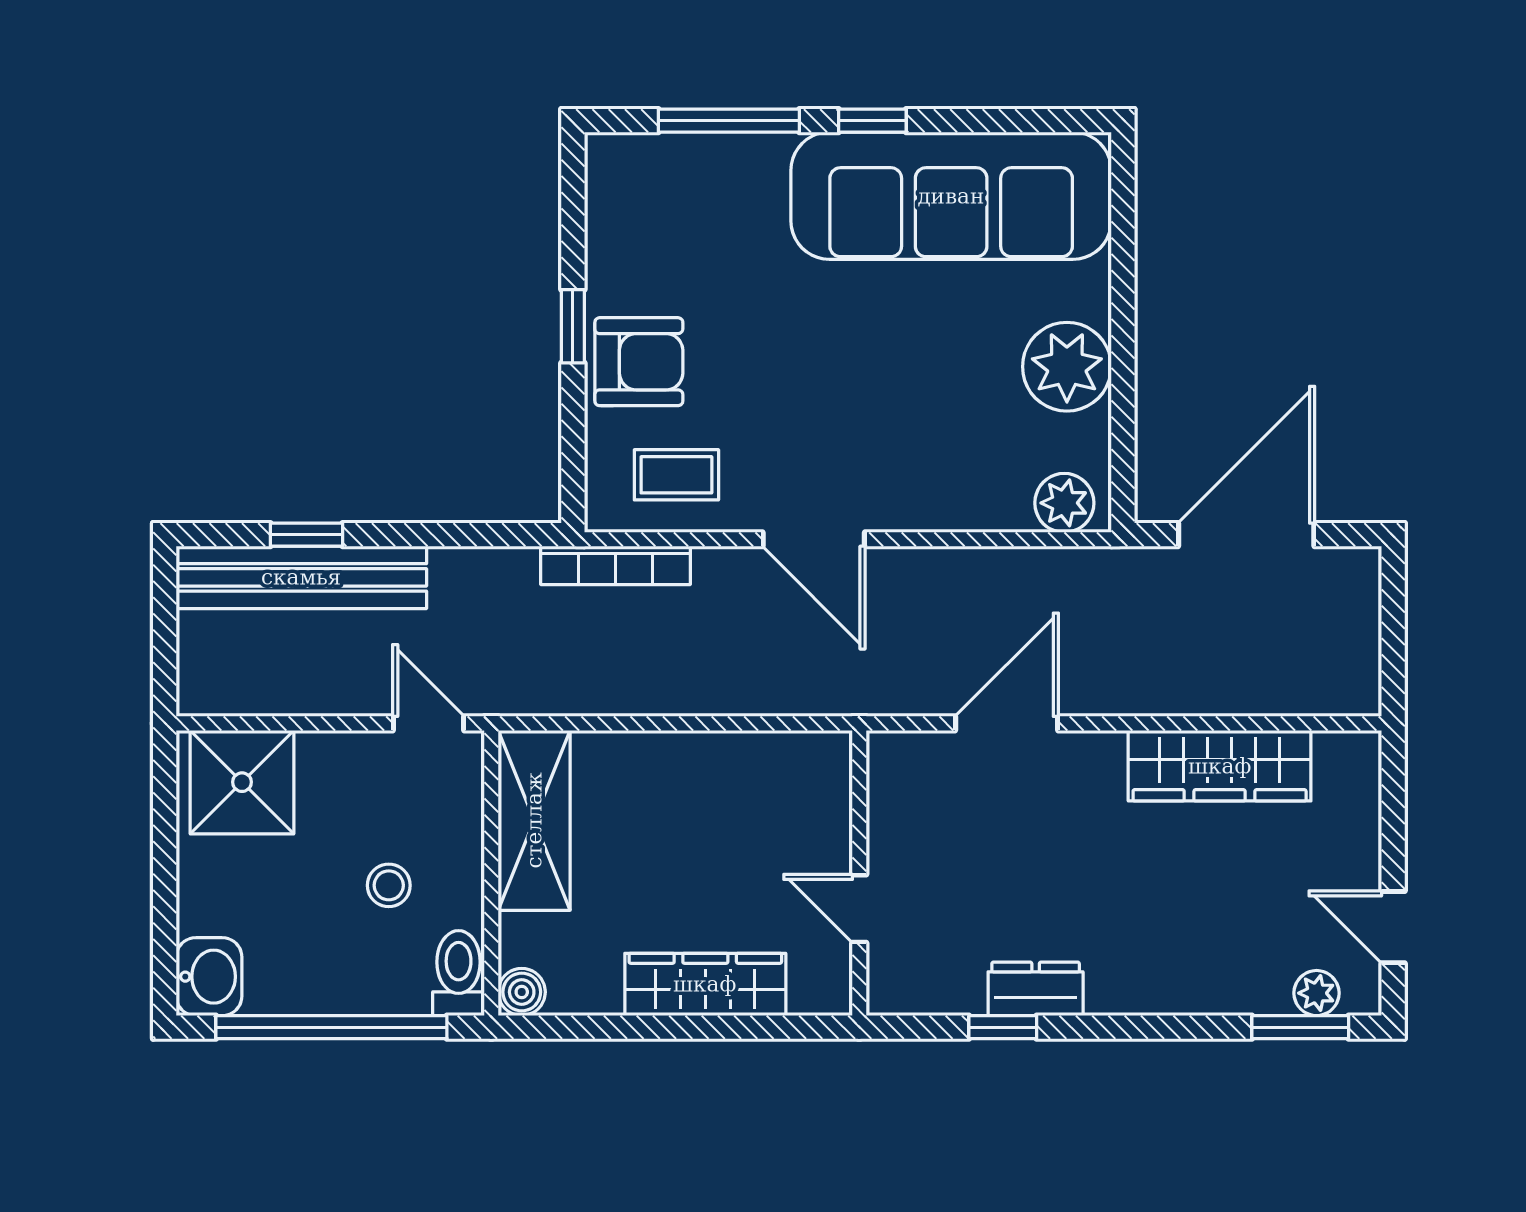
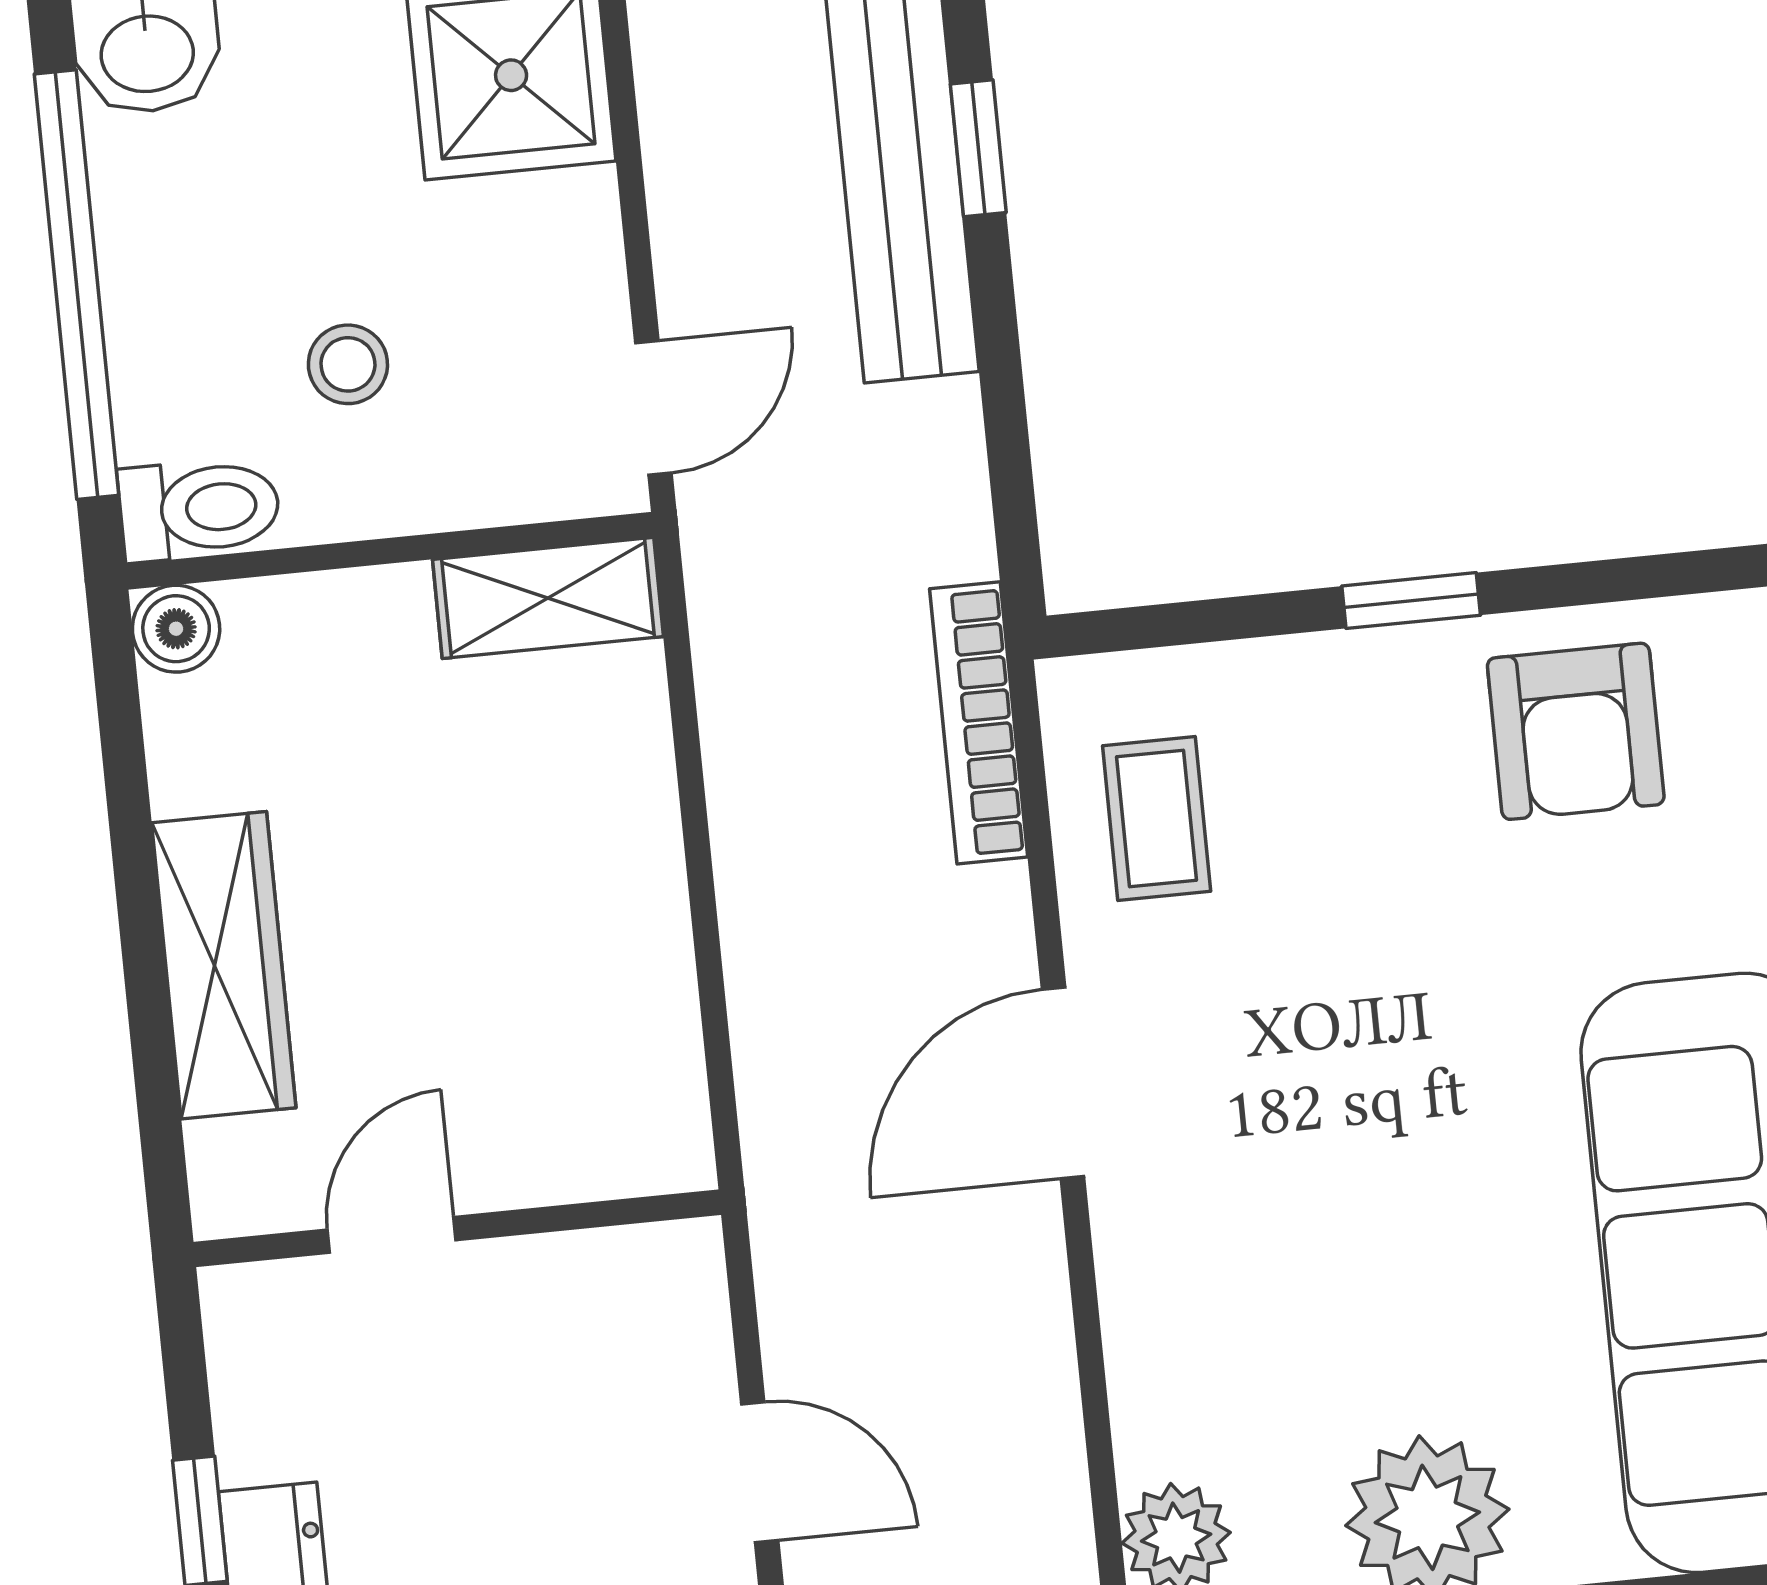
armchair: (639, 362) -> (1576, 731), moved
door: (1007, 723) -> (760, 1472), width x0.73
shelving: (534, 820) -> (548, 598), width x0.67, depth x0.75

